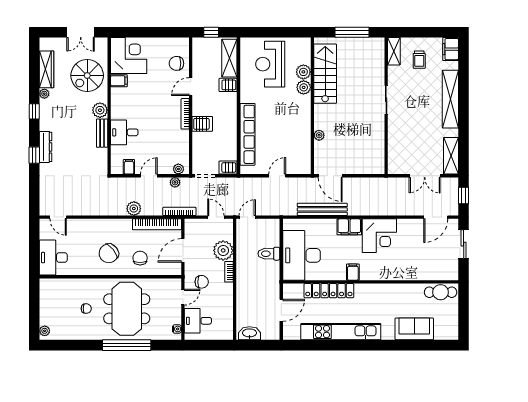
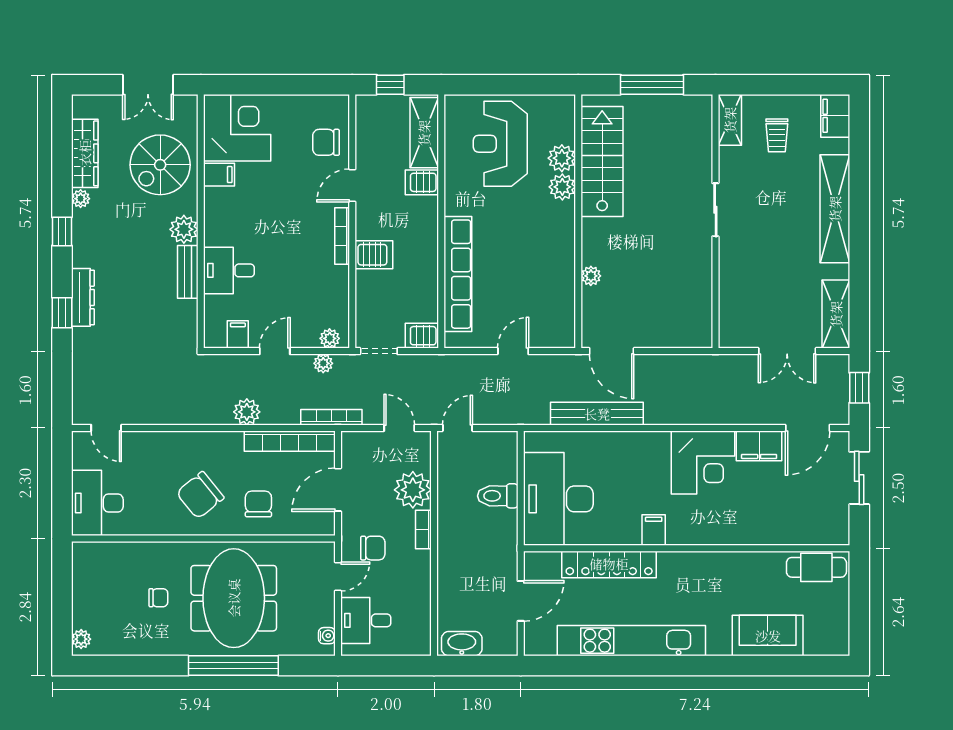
filing cabinet: (349, 227) -> (759, 446), moved

